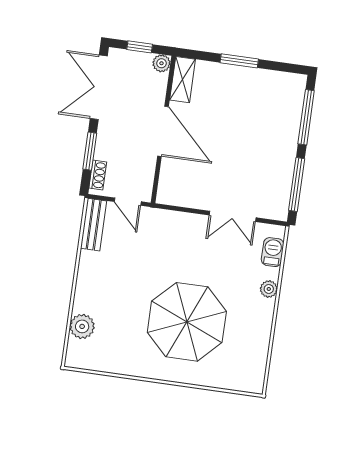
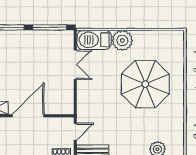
barbecue: (273, 252) -> (94, 40), width x1.88, depth x1.53
plant: (269, 289) -> (122, 40), width x1.88, depth x1.88

